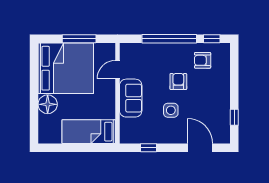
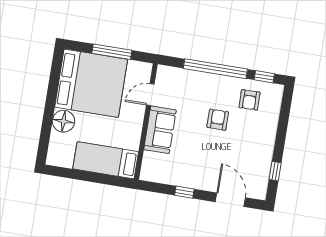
armchair: (203, 60) -> (250, 100), turned -91
side table: (171, 110) -> (204, 151), removed
window: (149, 148) -> (184, 192), moved

